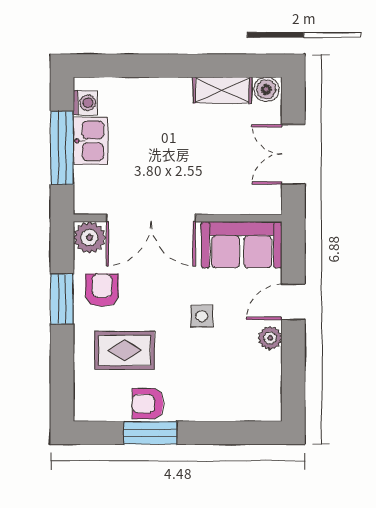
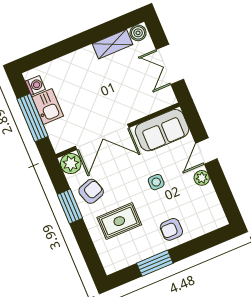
armchair: (102, 290) -> (91, 191), turned 71
armchair: (148, 404) -> (171, 229), moved

